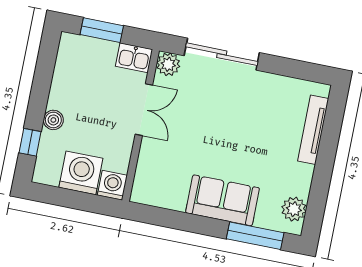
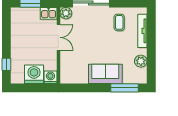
coffee table: (270, 104) -> (119, 22), added
boiler: (53, 120) -> (16, 51), removed
plant: (294, 209) -> (141, 61), moved

